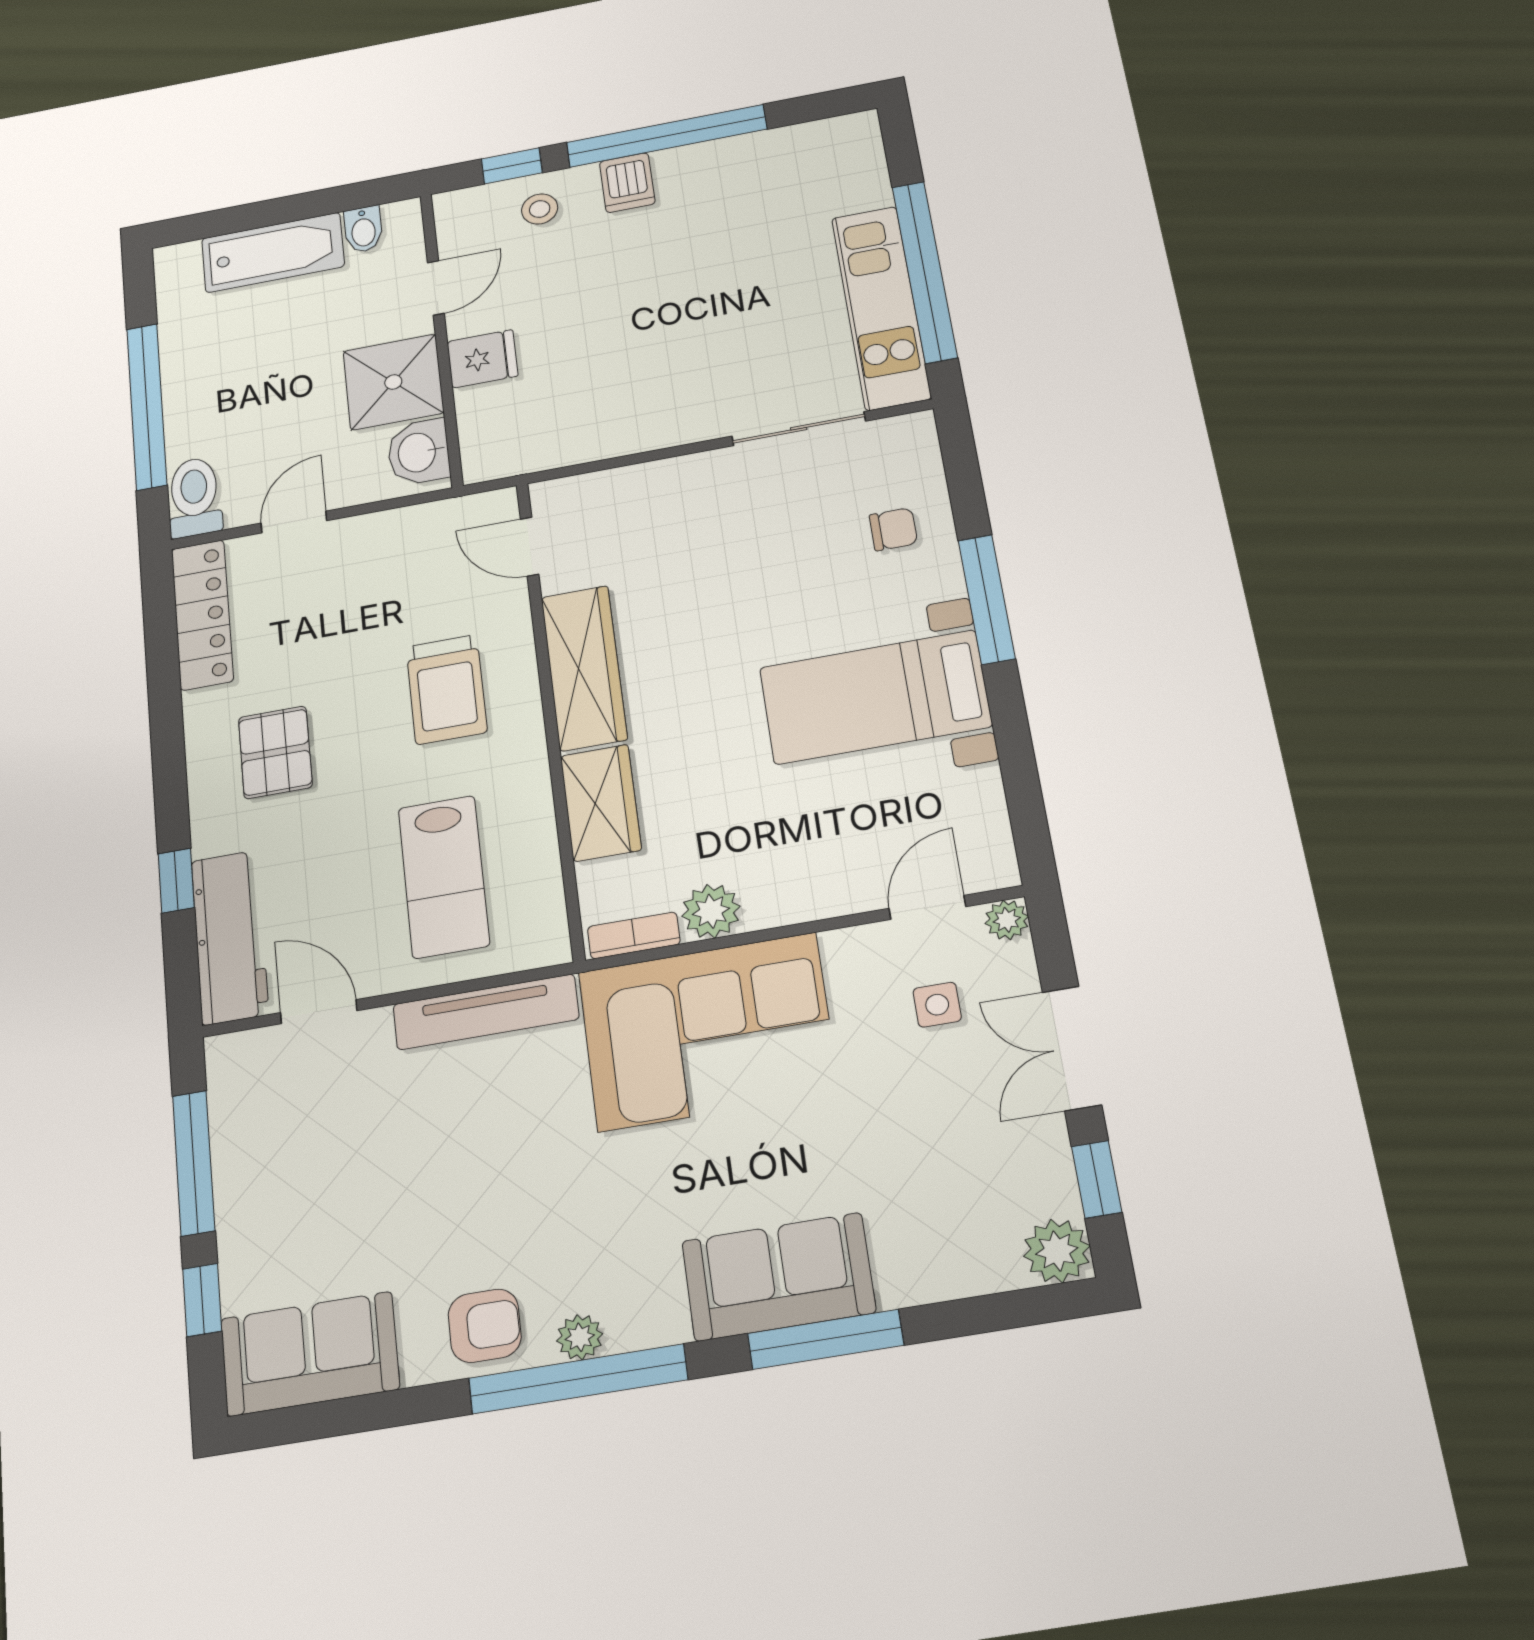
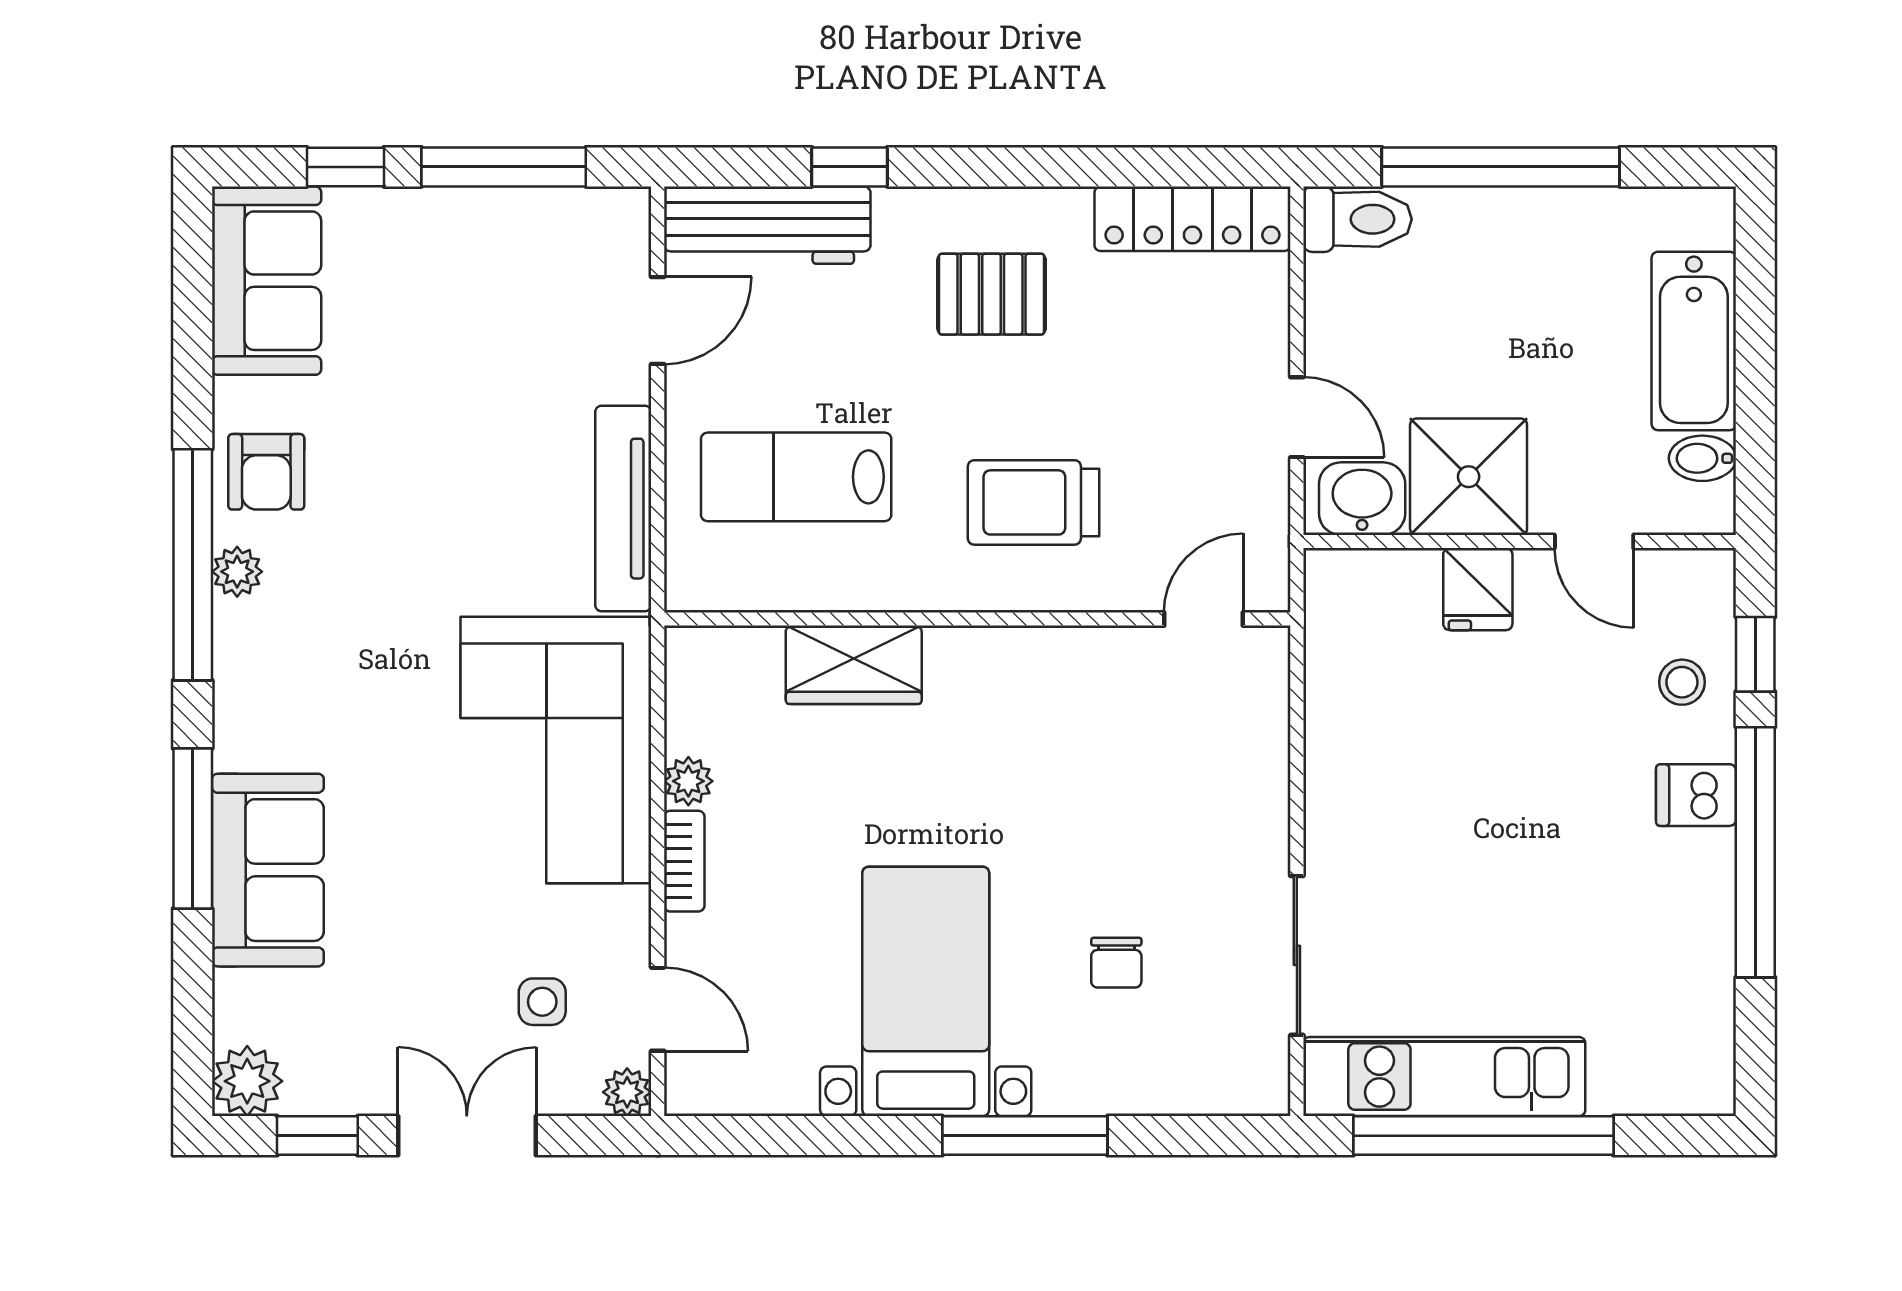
door: (294, 522) -> (1297, 417), moved
chair: (893, 529) -> (1116, 963), moved
wardrobe: (584, 668) -> (1029, 665), removed
plant: (711, 911) -> (688, 781), width x0.73, depth x0.73
bookcase: (634, 935) -> (684, 861), moved
sofa: (778, 1277) -> (268, 870), moved

